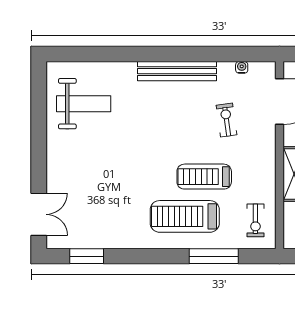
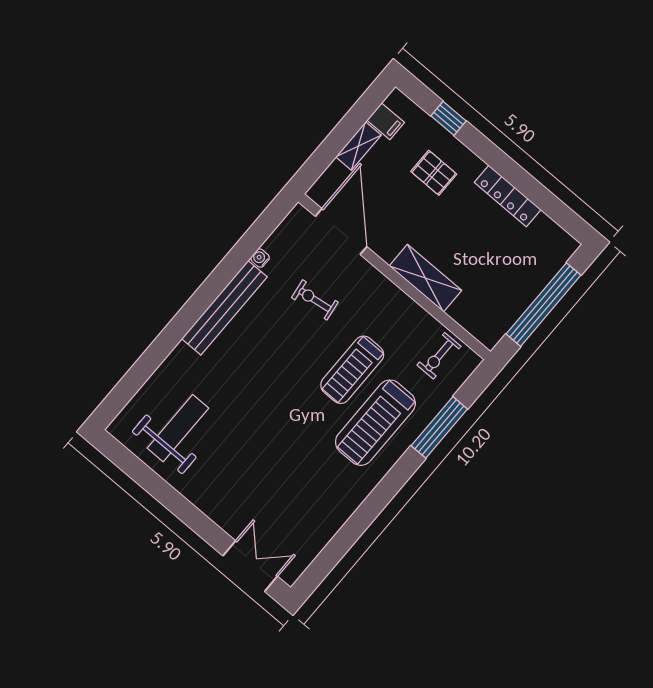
water cooler: (242, 67) -> (260, 258), moved
exercise bike: (255, 220) -> (439, 356), turned 90
window: (87, 256) -> (332, 554), removed

